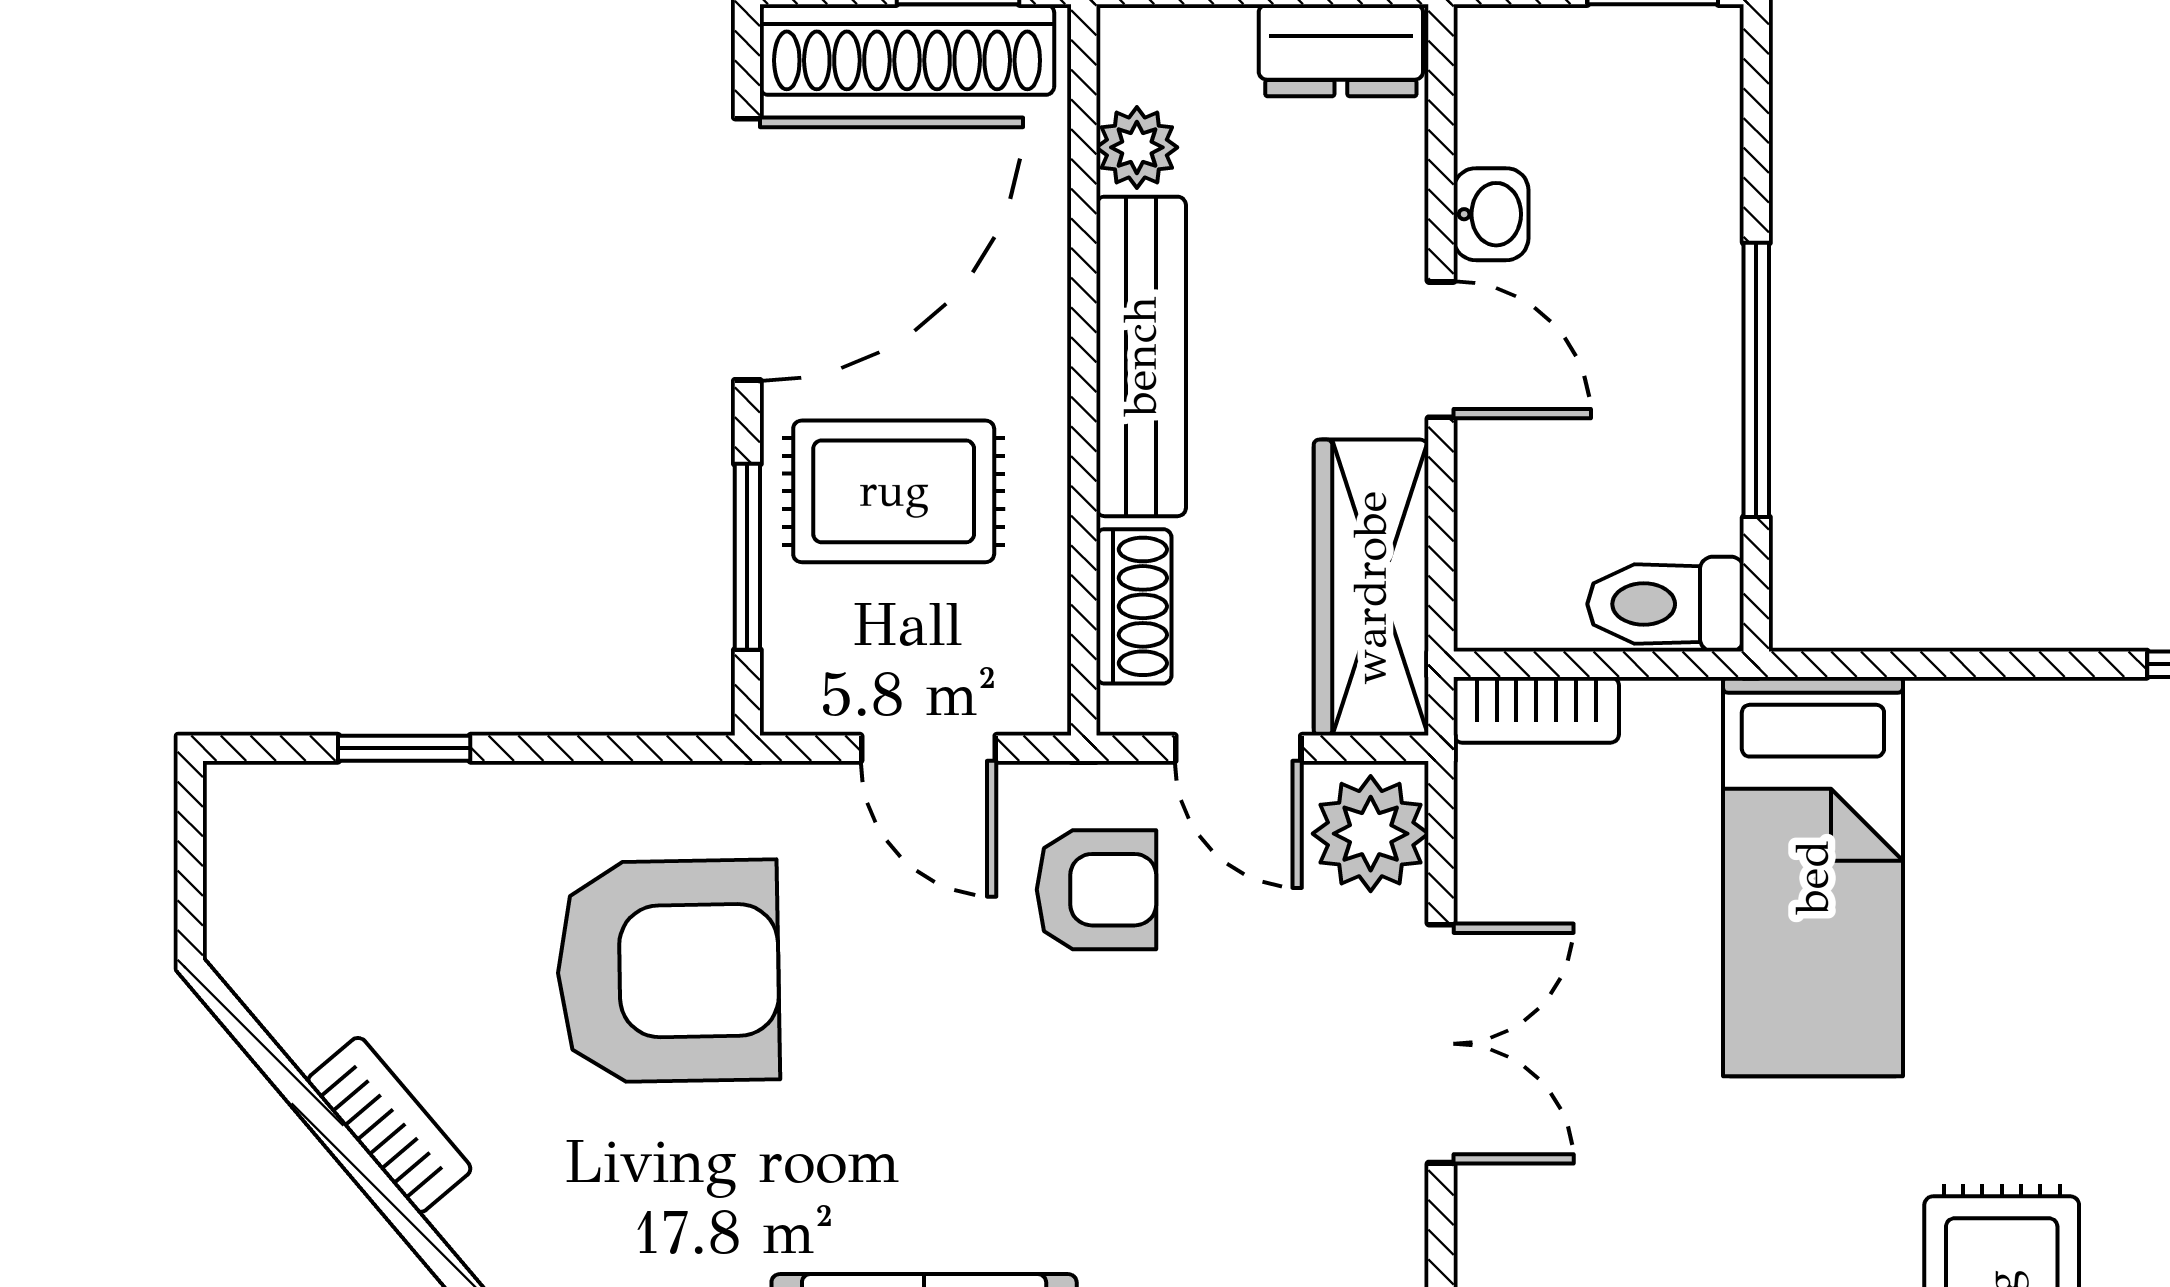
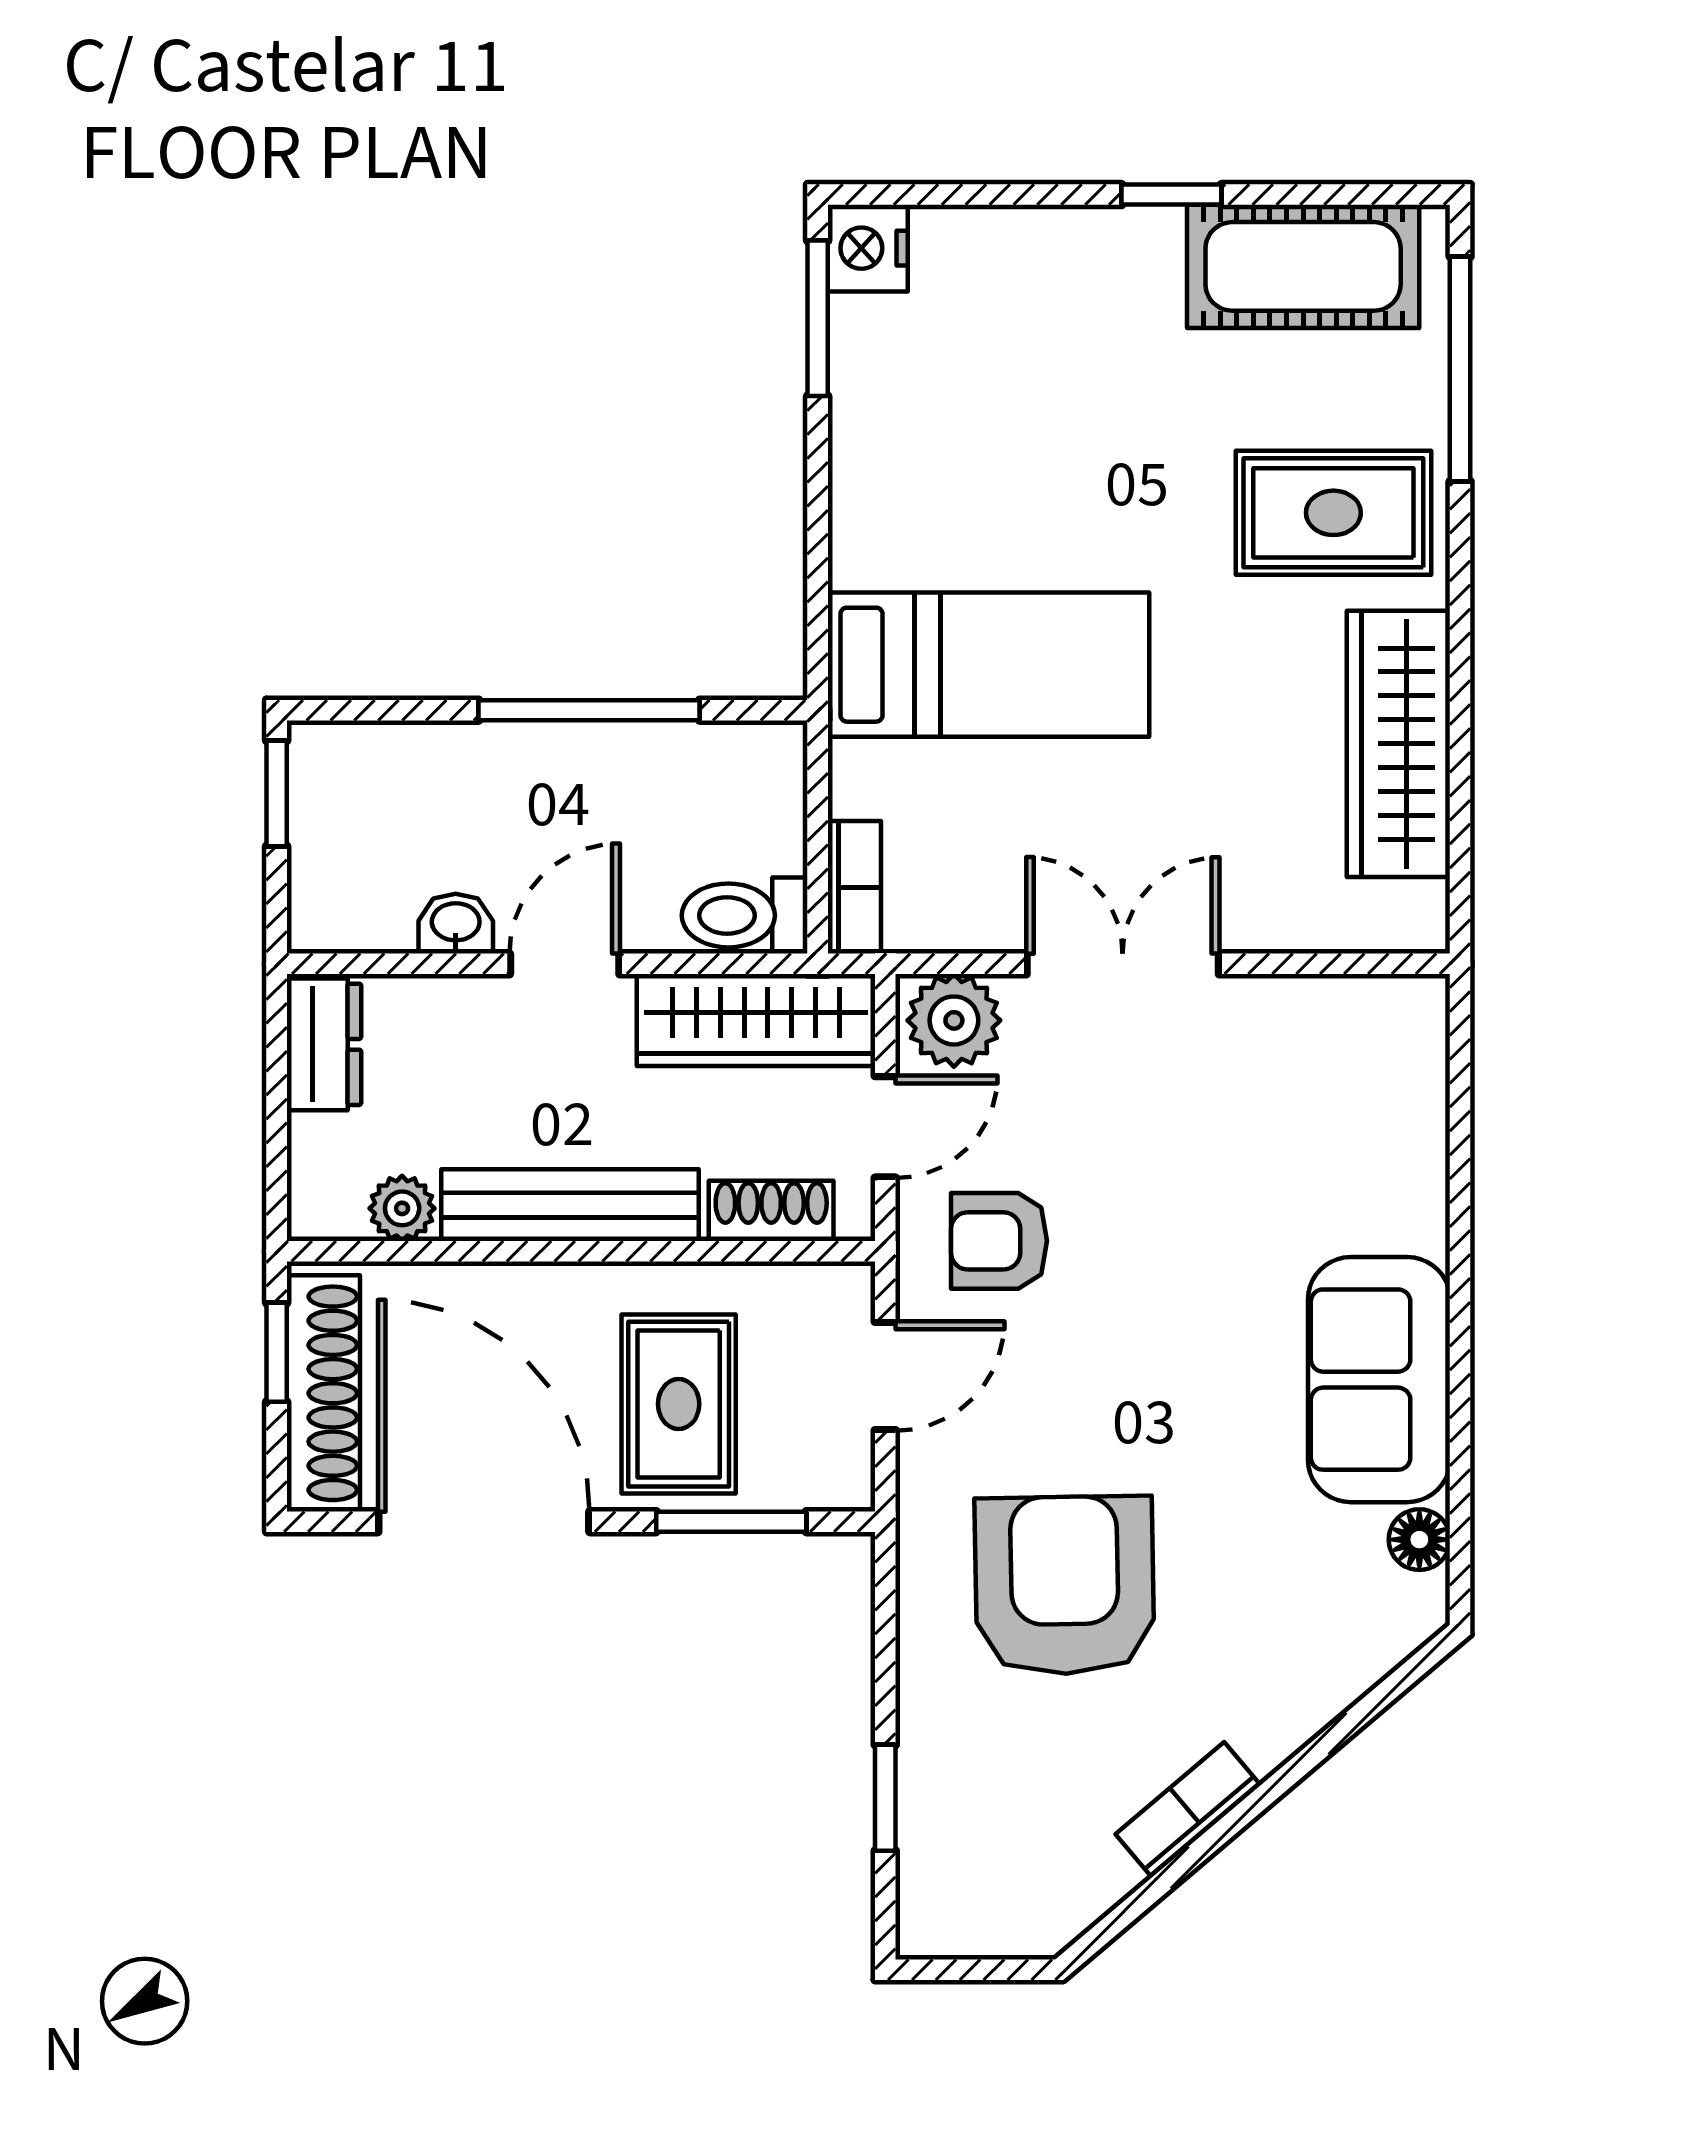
toilet: (1666, 604) -> (745, 915), moved, turned 90
armchair: (1097, 890) -> (999, 1241), turned -90

